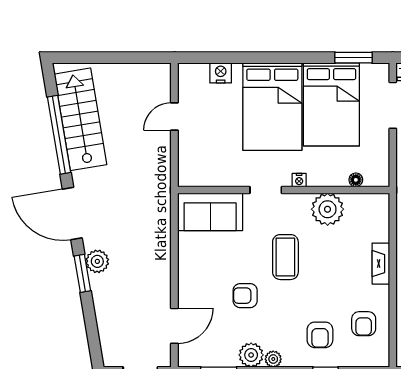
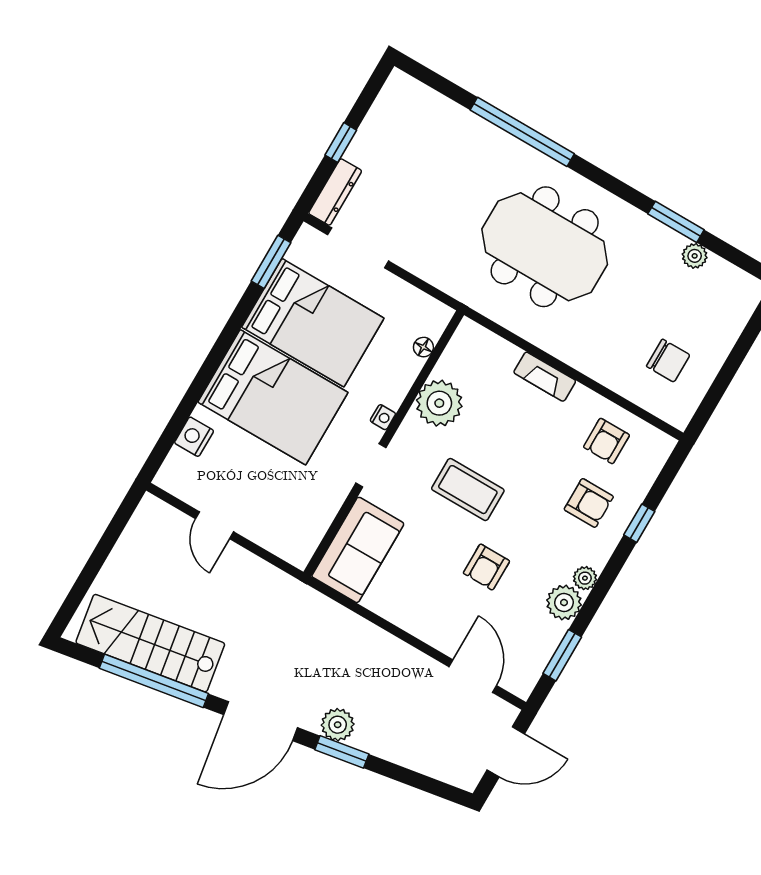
armchair: (364, 324) -> (606, 441), turned 90

